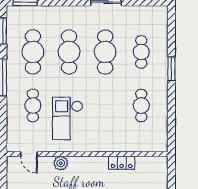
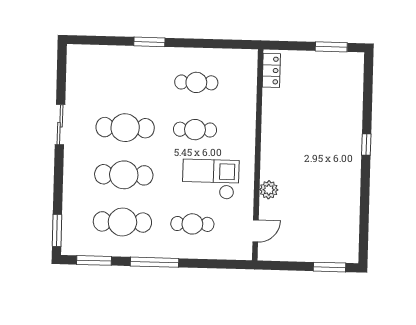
cafe table: (141, 52) -> (195, 130), moved
checkout: (68, 119) -> (211, 179), turned 180
locker: (122, 163) -> (271, 70), moved

